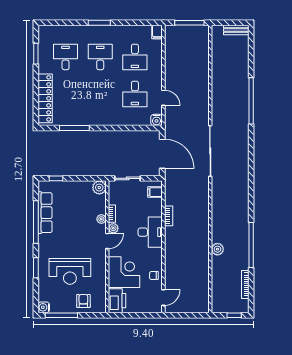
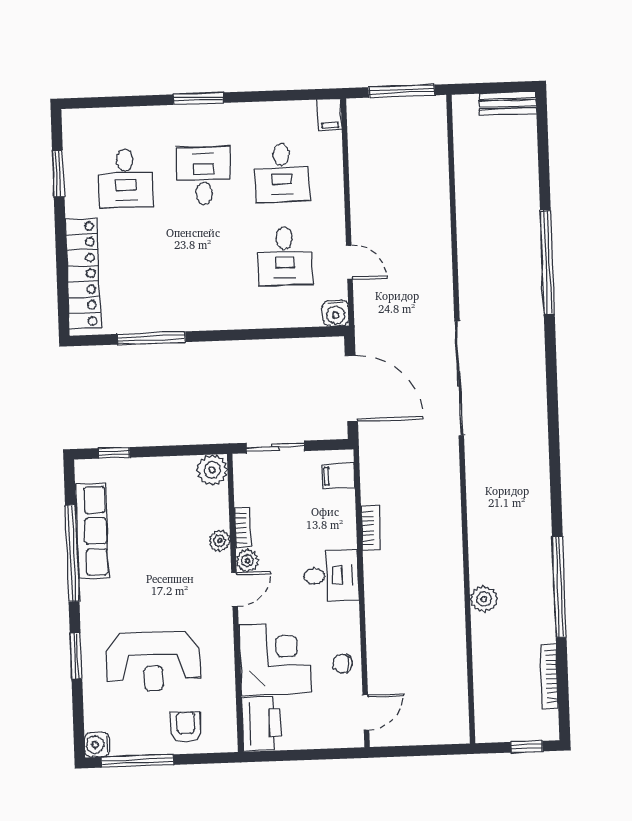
desk: (66, 57) -> (125, 178), turned 180
desk: (150, 232) -> (331, 576), width x0.73

